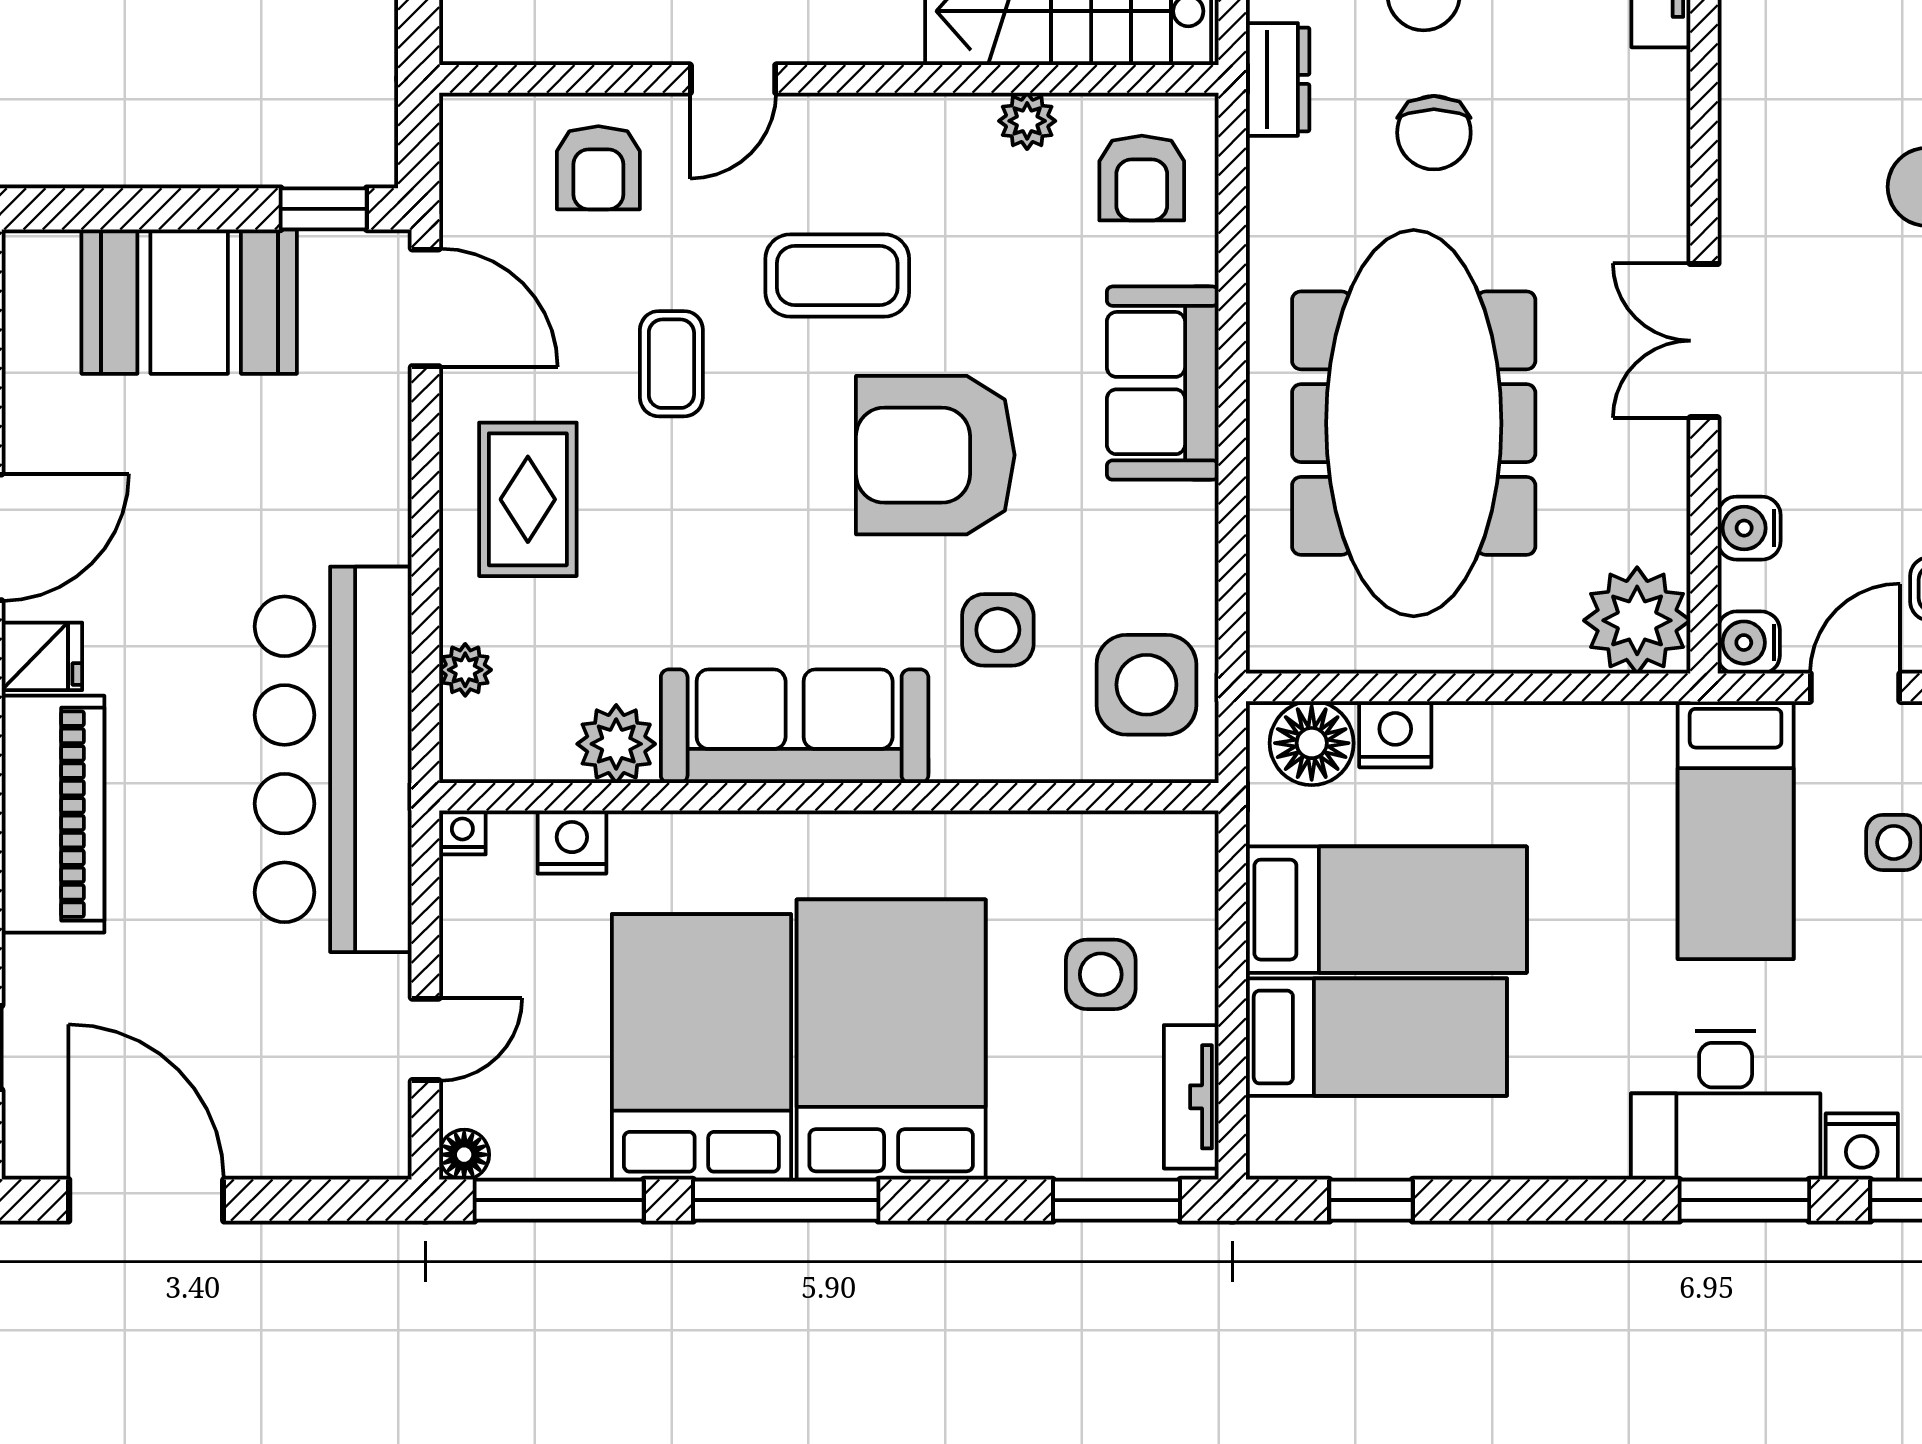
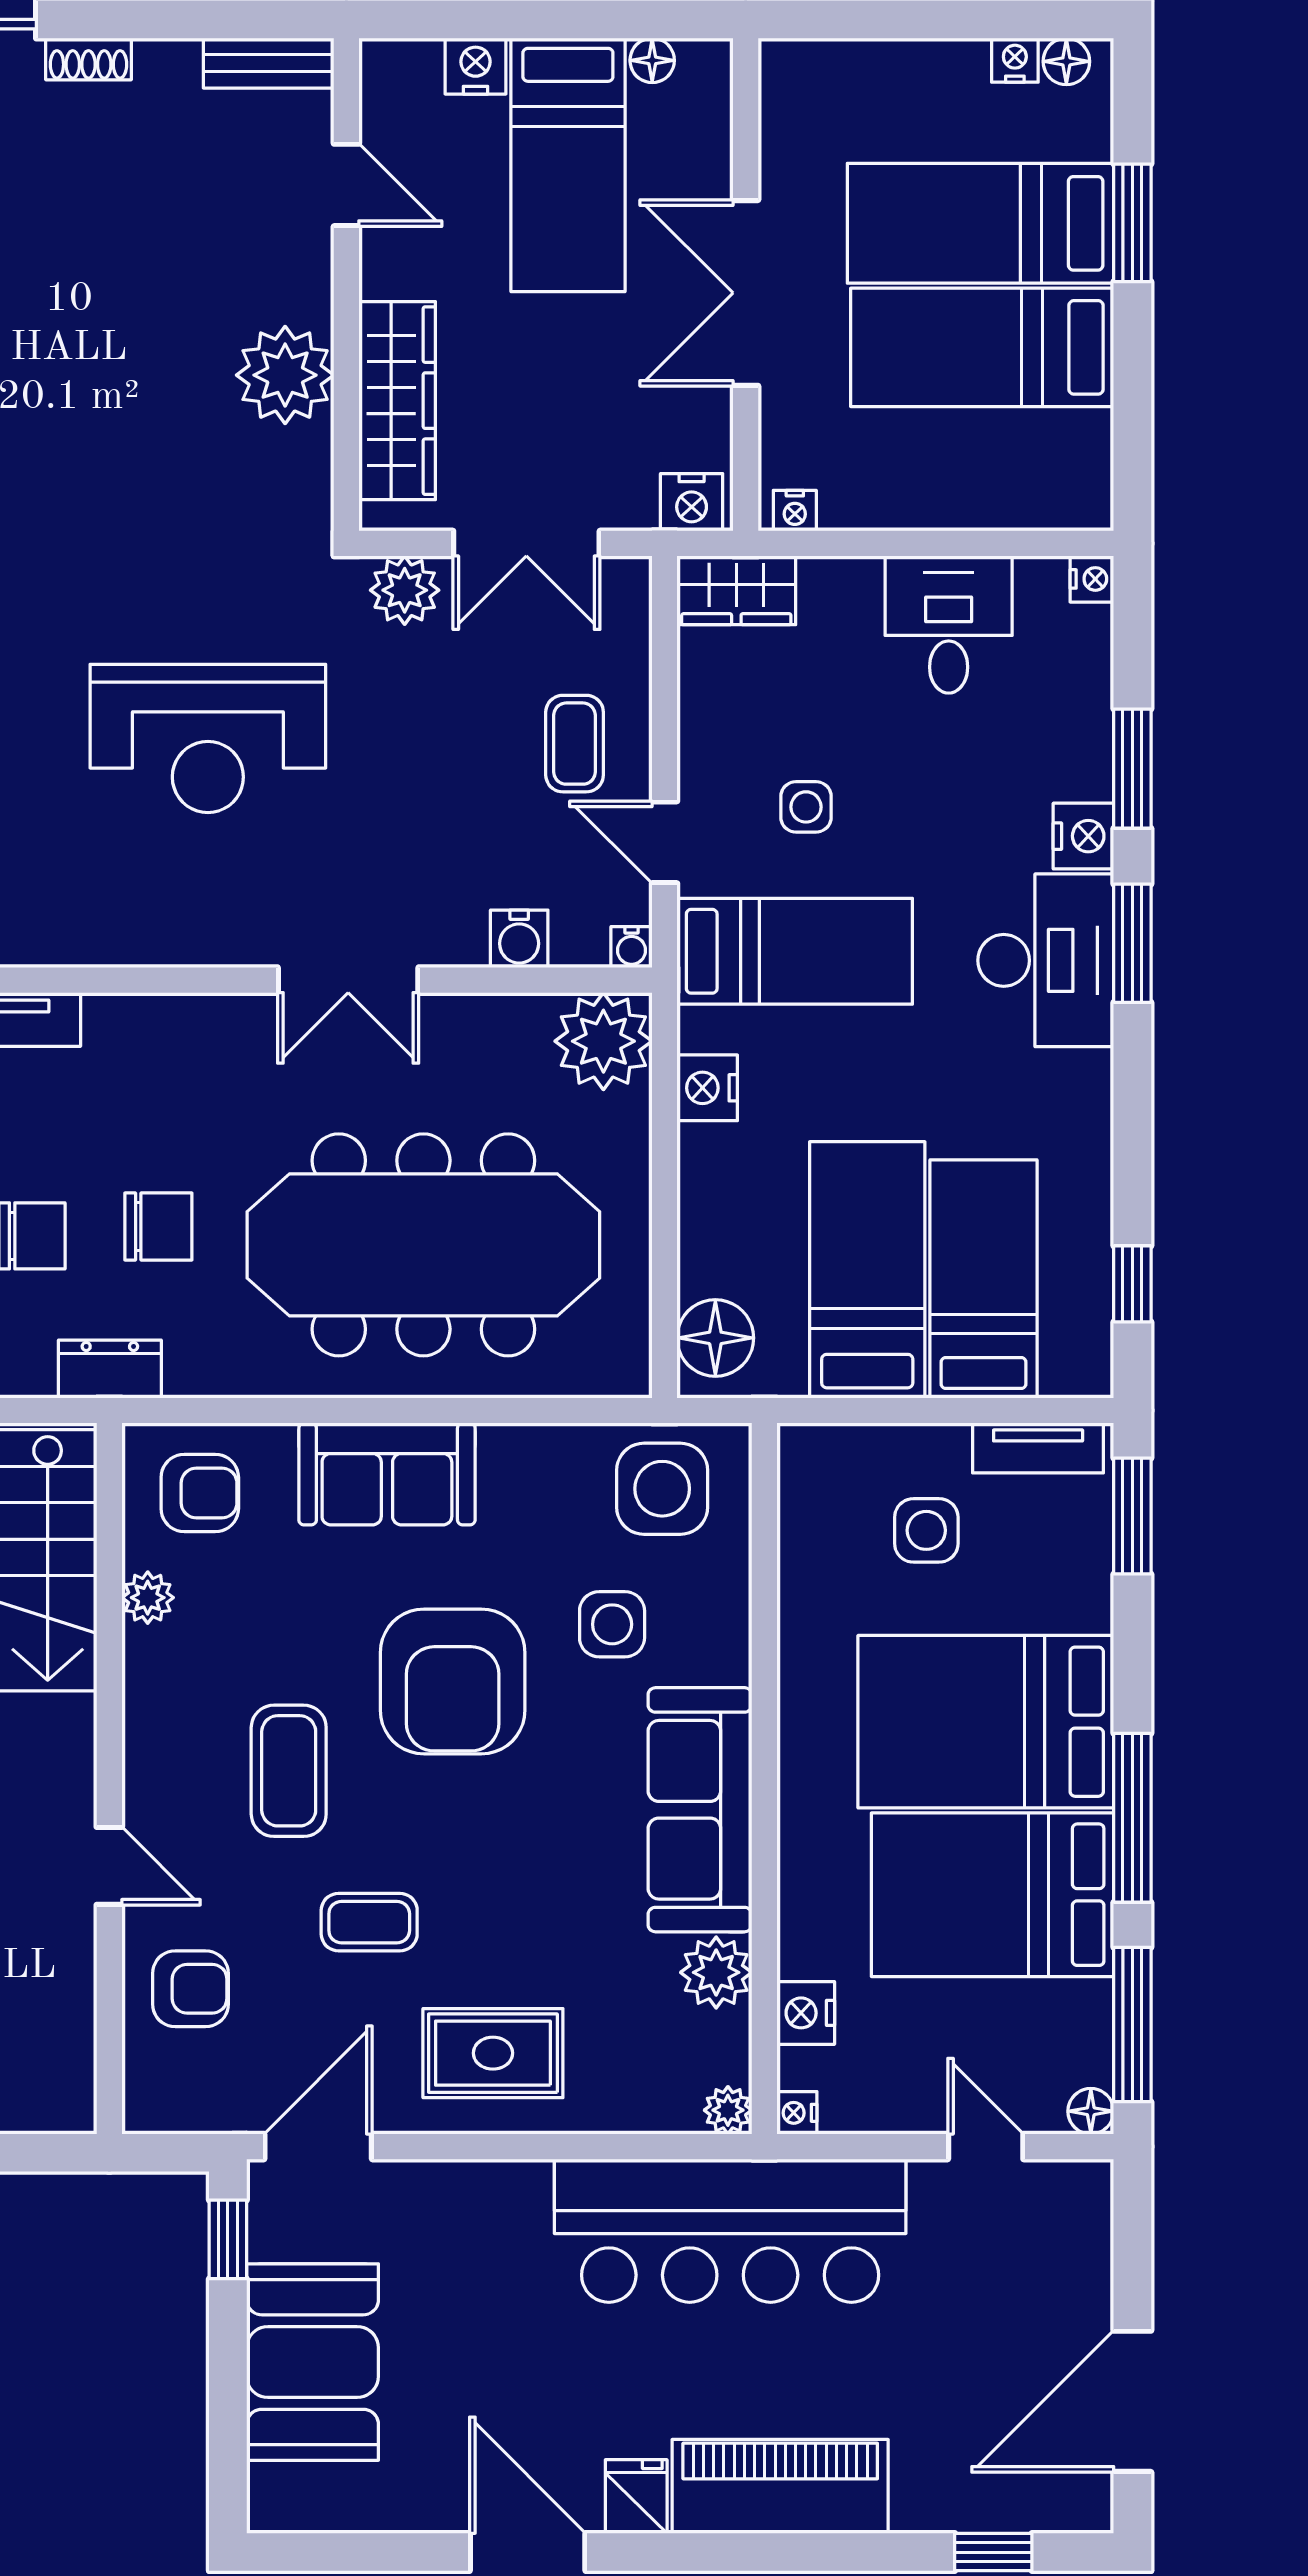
water cooler: (1749, 643) -> (631, 947), width x0.72, depth x0.72
plant: (465, 670) -> (728, 2110), moved
nightstand: (1395, 734) -> (707, 1088), moved

